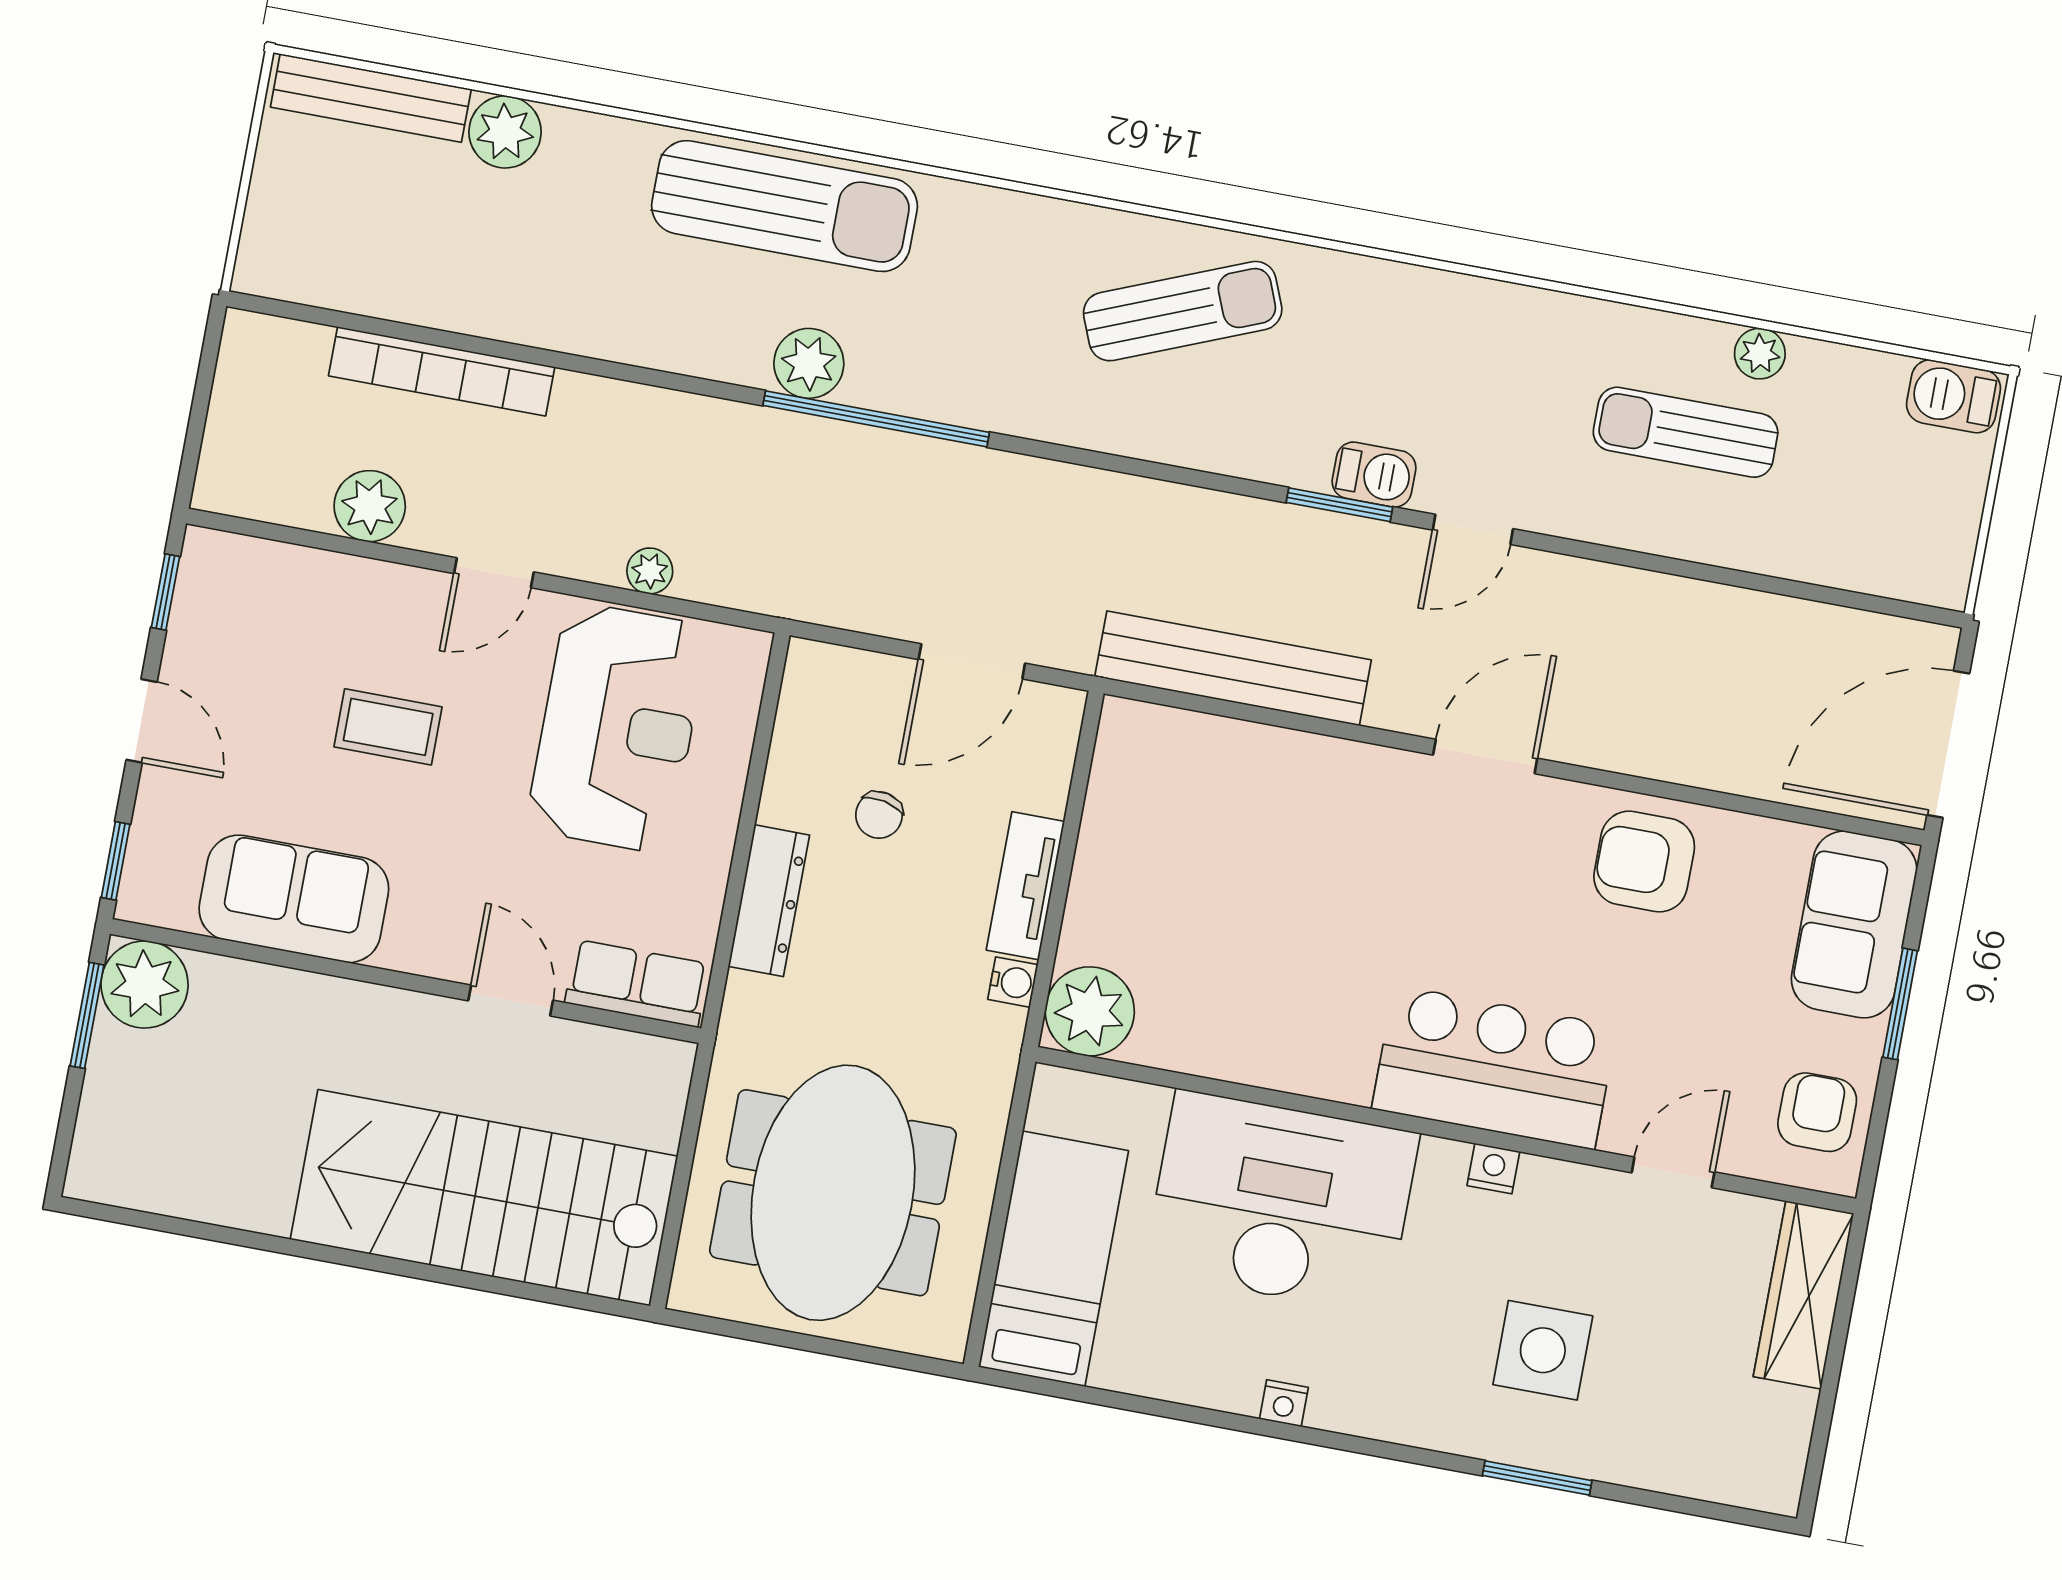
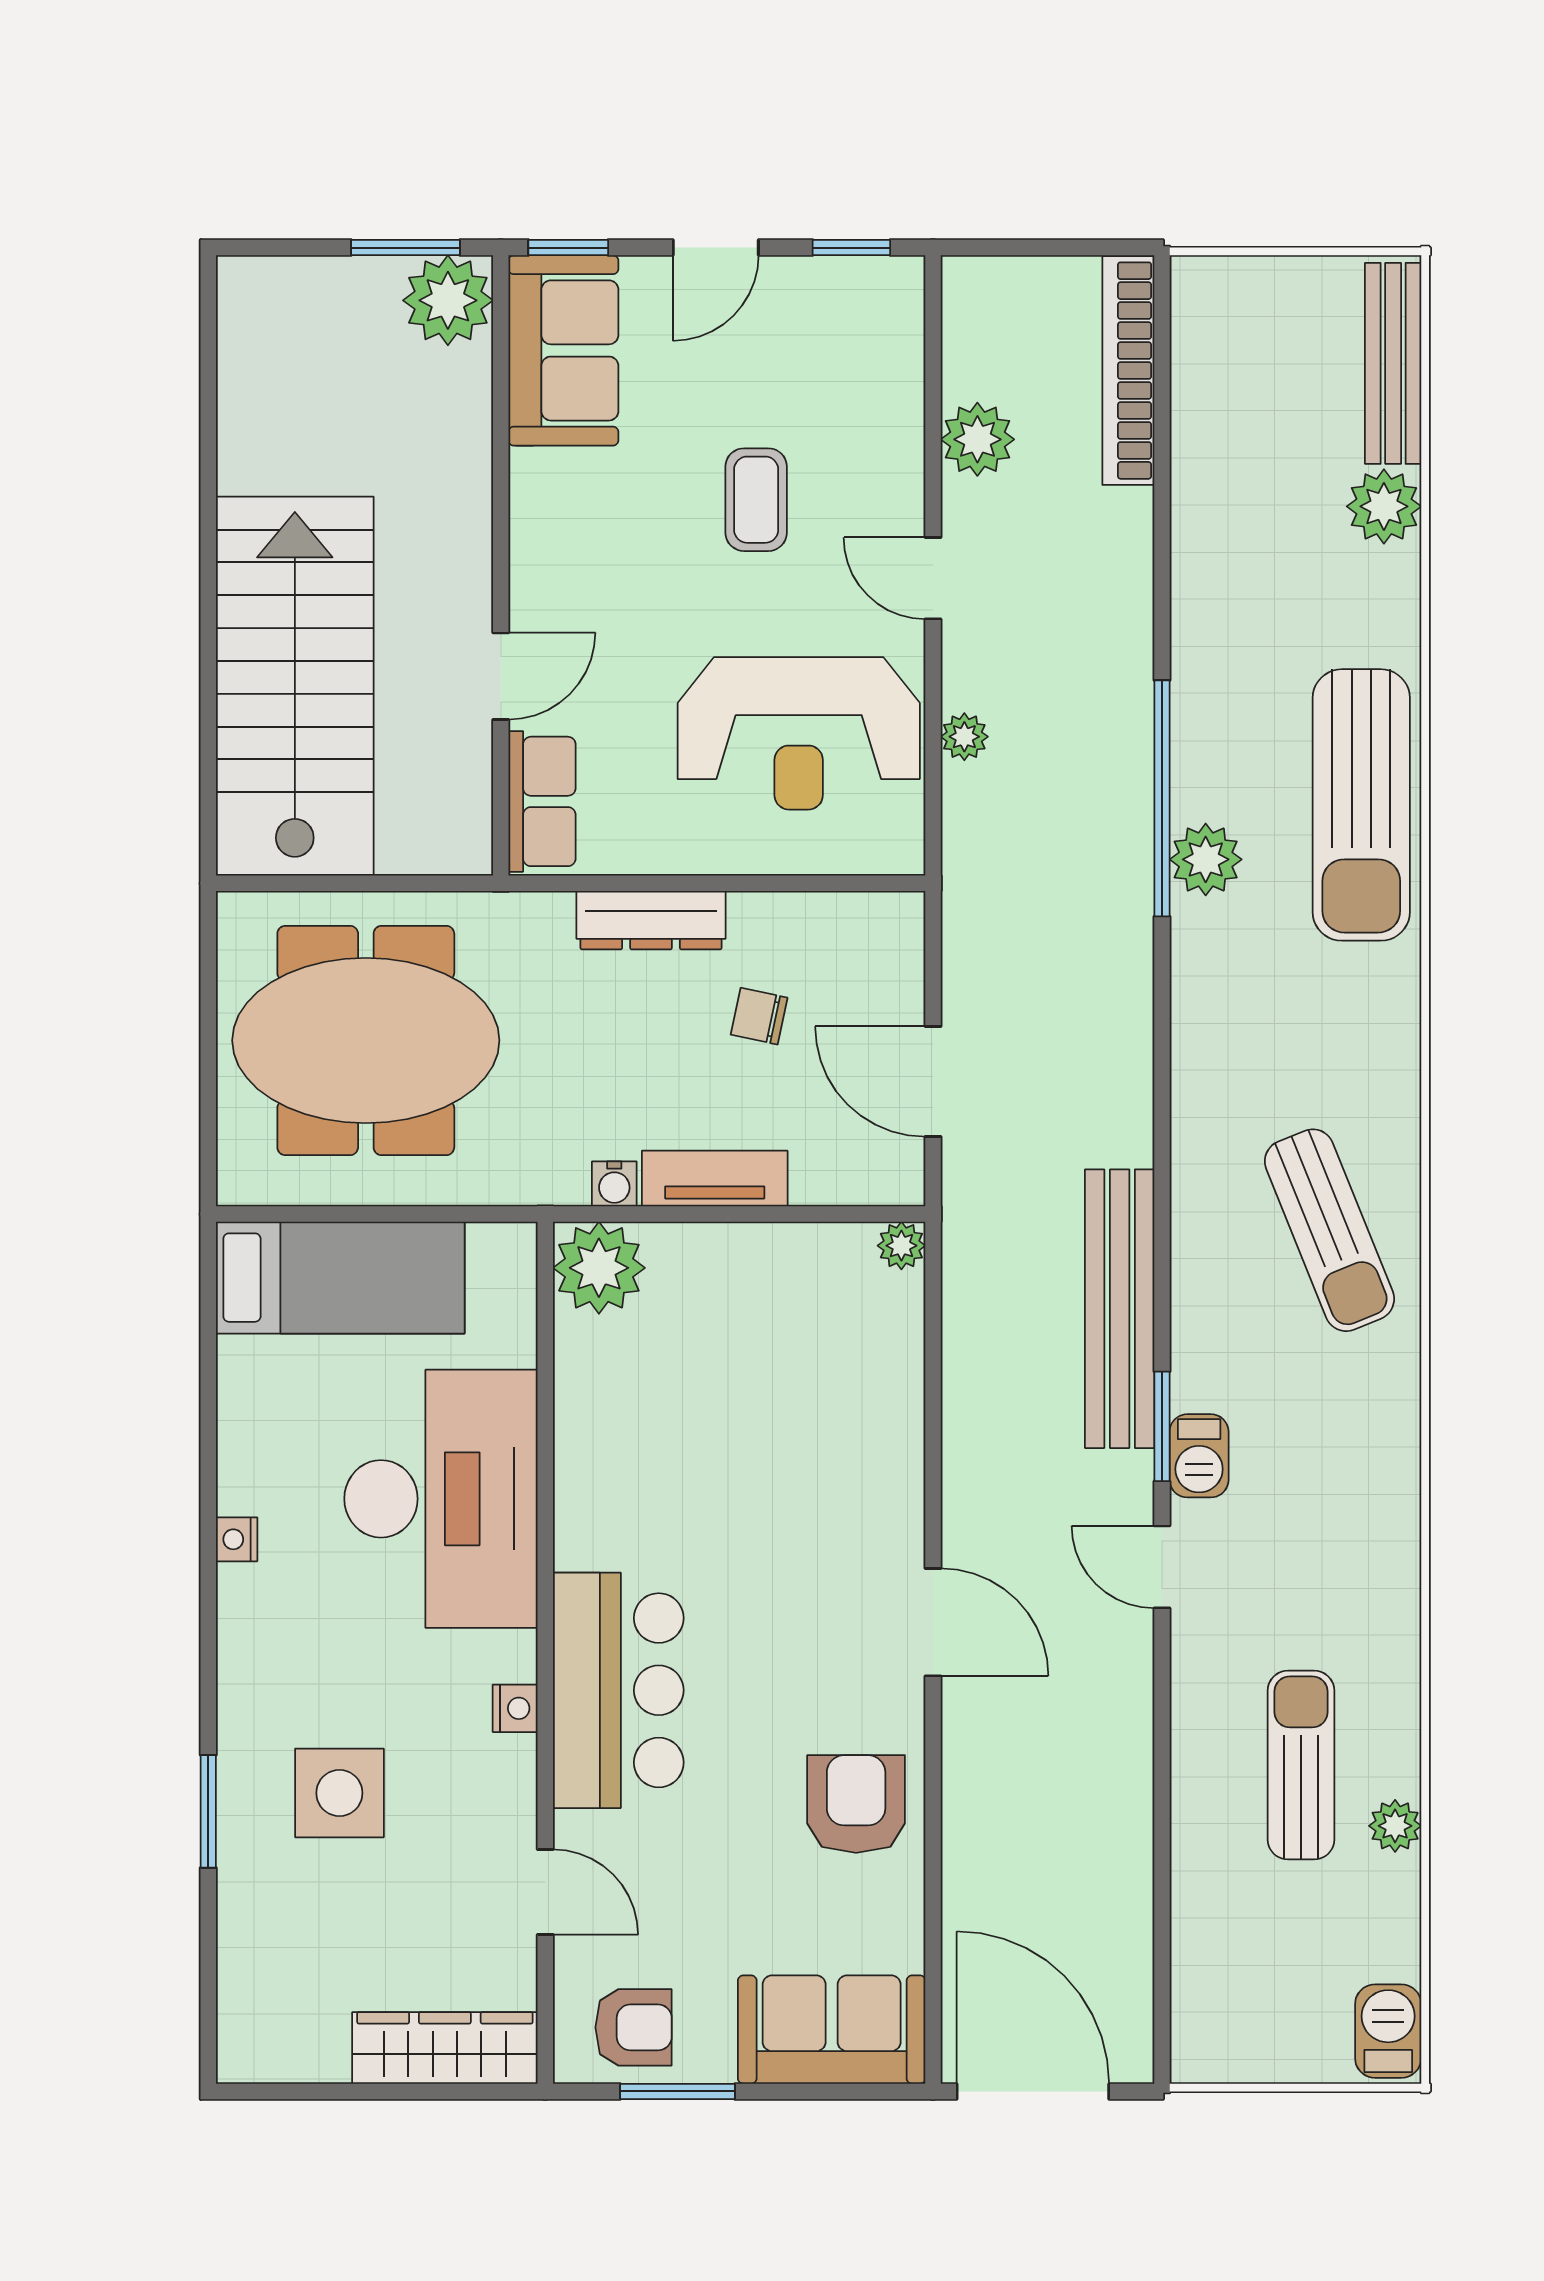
bookcase: (442, 371) -> (1128, 371), moved
window: (876, 419) -> (1162, 798), moved
bench: (1233, 668) -> (1120, 1309), moved
plant: (1122, 720) -> (901, 1246), added
sofa: (294, 899) -> (563, 350), moved
window: (1900, 1004) -> (677, 2091), moved

